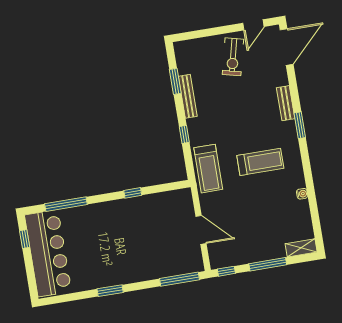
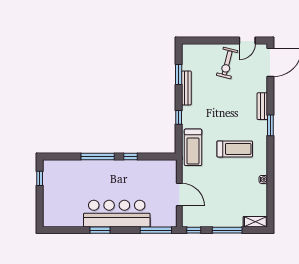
window: (66, 204) -> (98, 156), moved
bar counter: (48, 253) -> (117, 214), moved, turned -90

